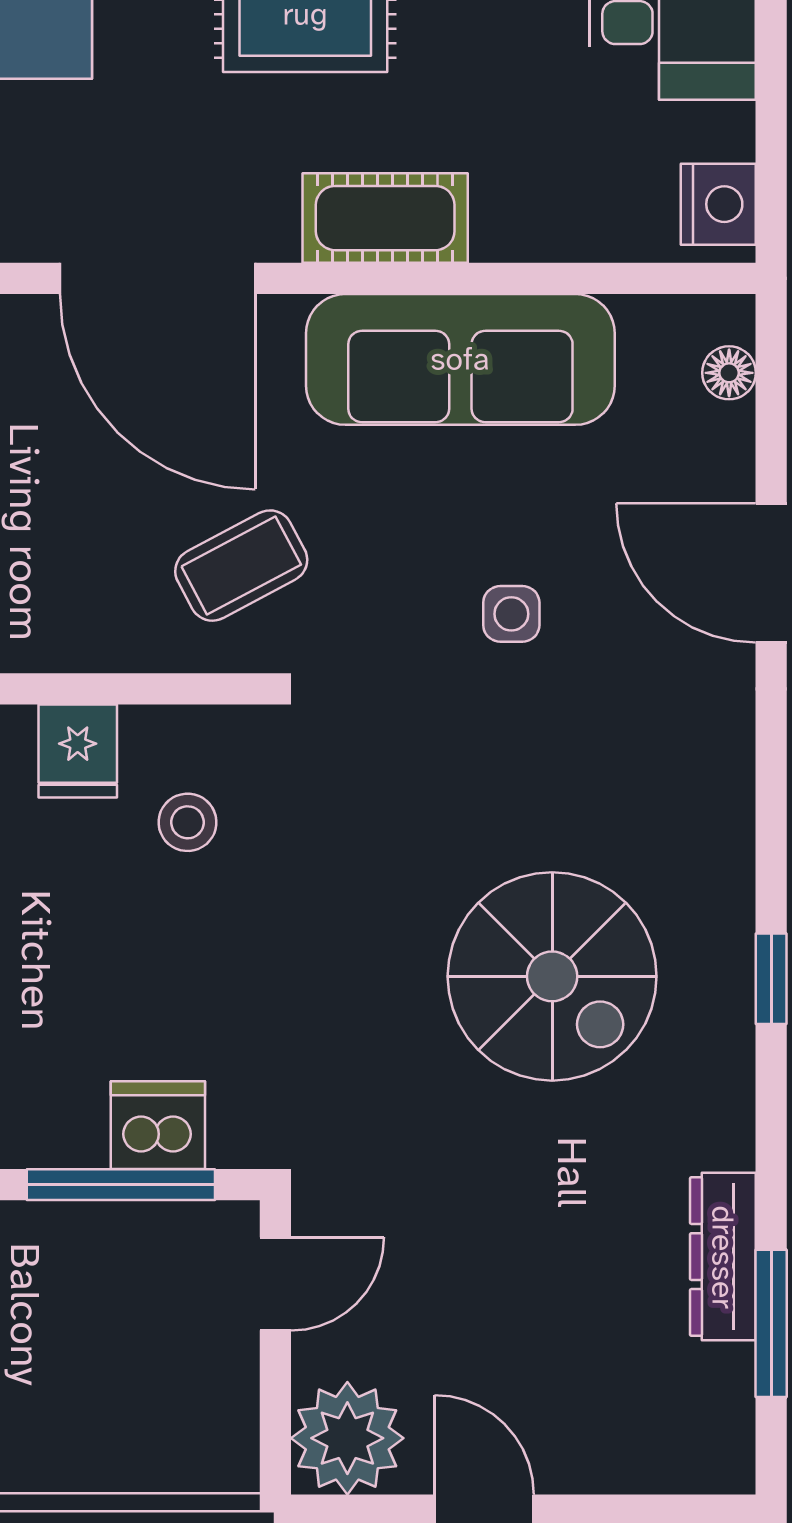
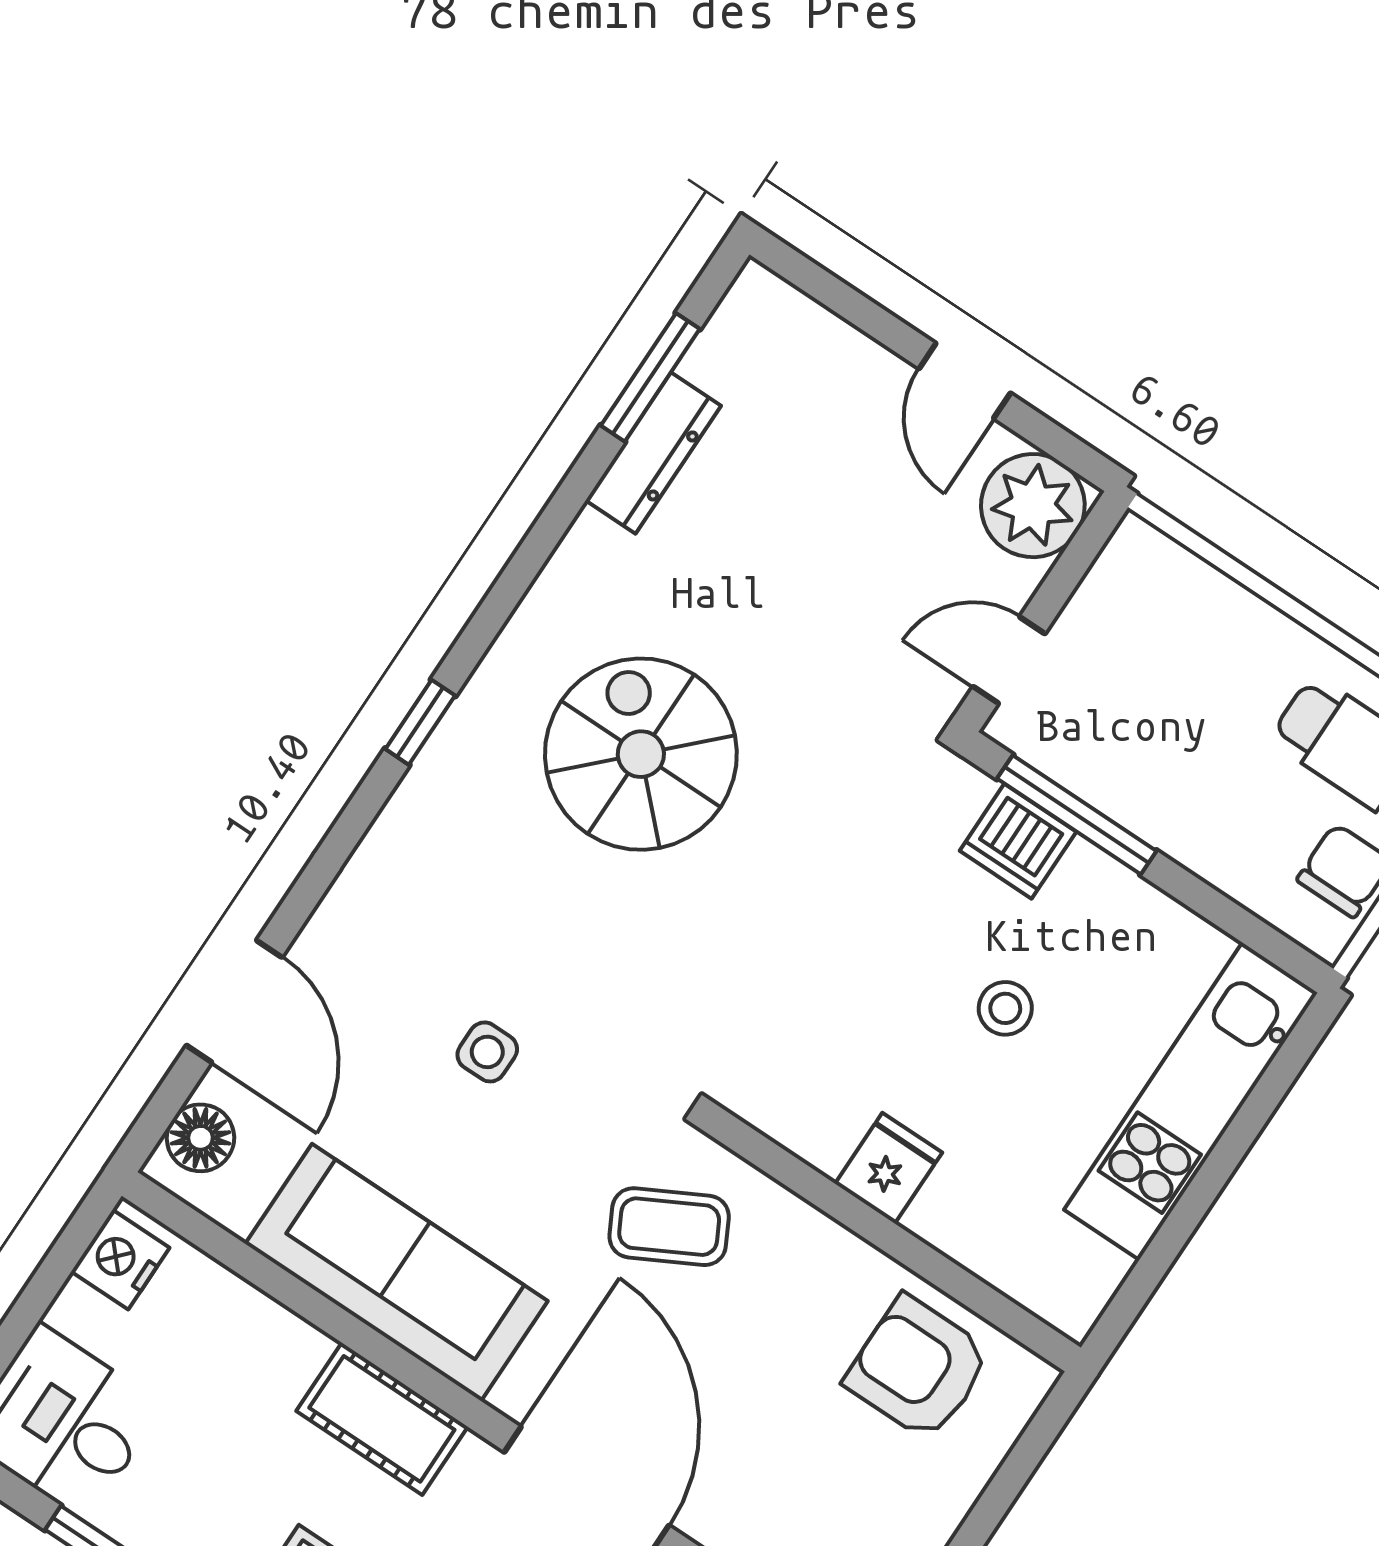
floor lamp: (729, 373) -> (200, 1138), width x1.37, depth x1.37
door: (771, 573) -> (234, 1001), moved
stool: (188, 822) -> (1005, 1008), moved
window: (771, 979) -> (420, 722), moved

